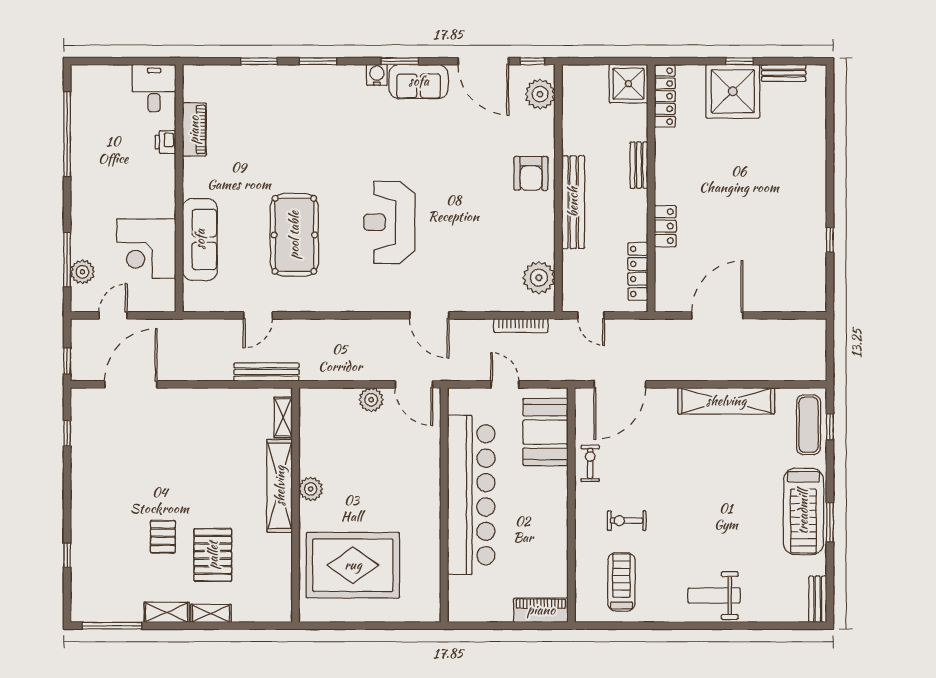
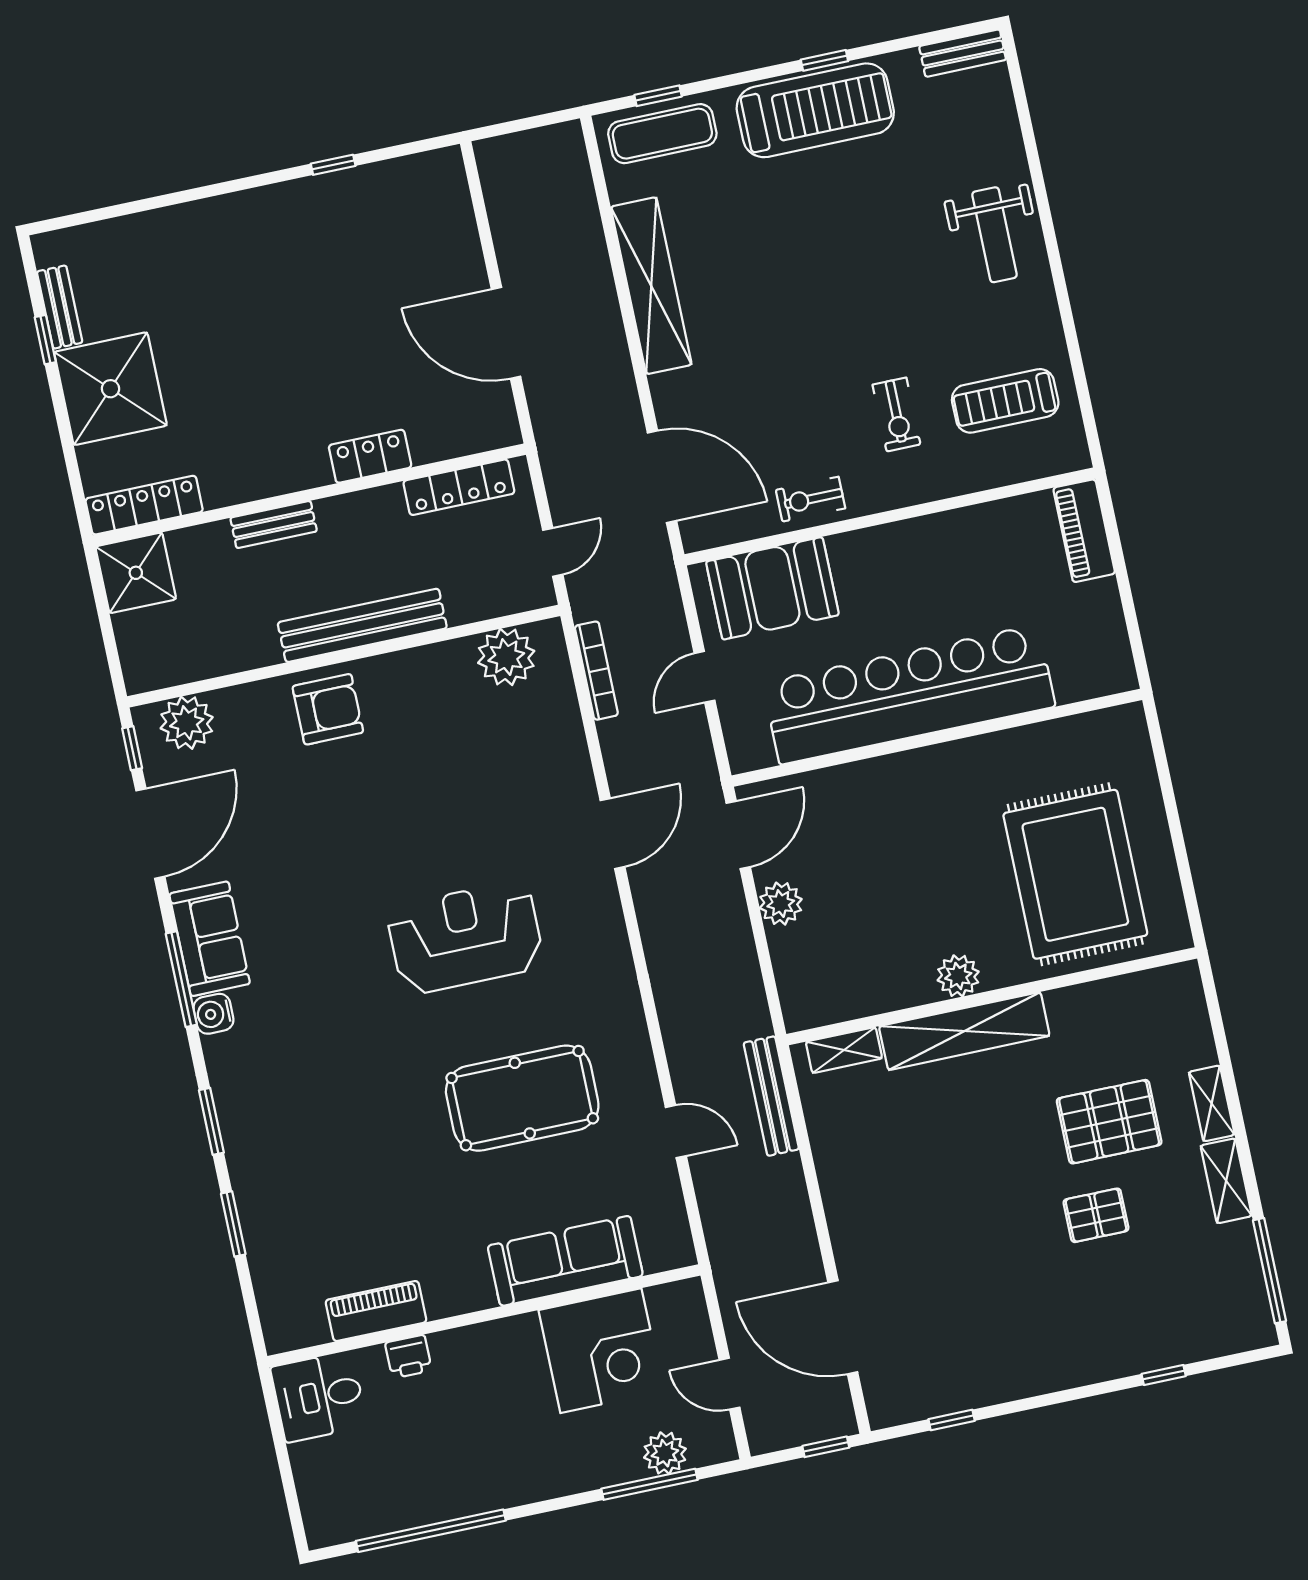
window: (400, 61) -> (181, 979), width x1.44
window: (739, 61) -> (45, 340), moved
reception desk: (389, 222) -> (465, 938), turned 180
window: (830, 522) -> (824, 60), width x0.67

